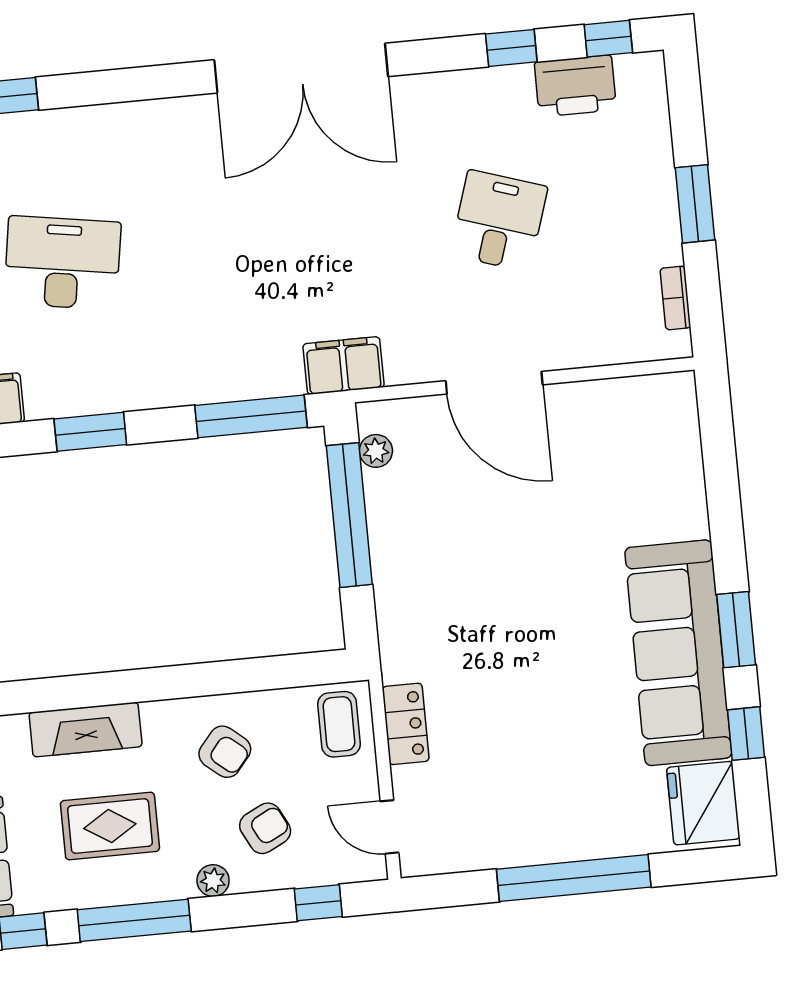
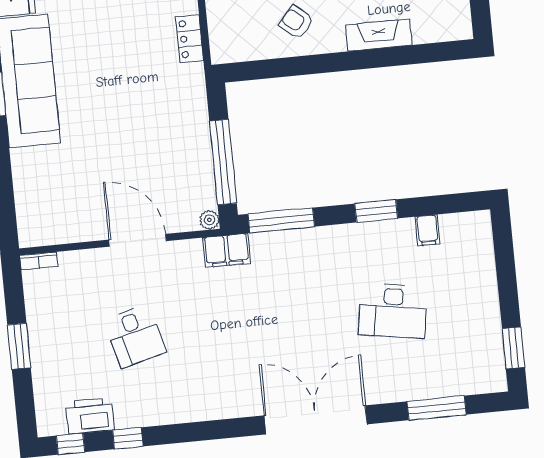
double door: (301, 68) -> (316, 420), moved
desk: (499, 221) -> (135, 336), turned -33
bookcase: (675, 298) -> (39, 261), moved, turned 90
plant: (376, 451) -> (209, 220), moved
coffee table: (339, 724) -> (229, 38), removed

